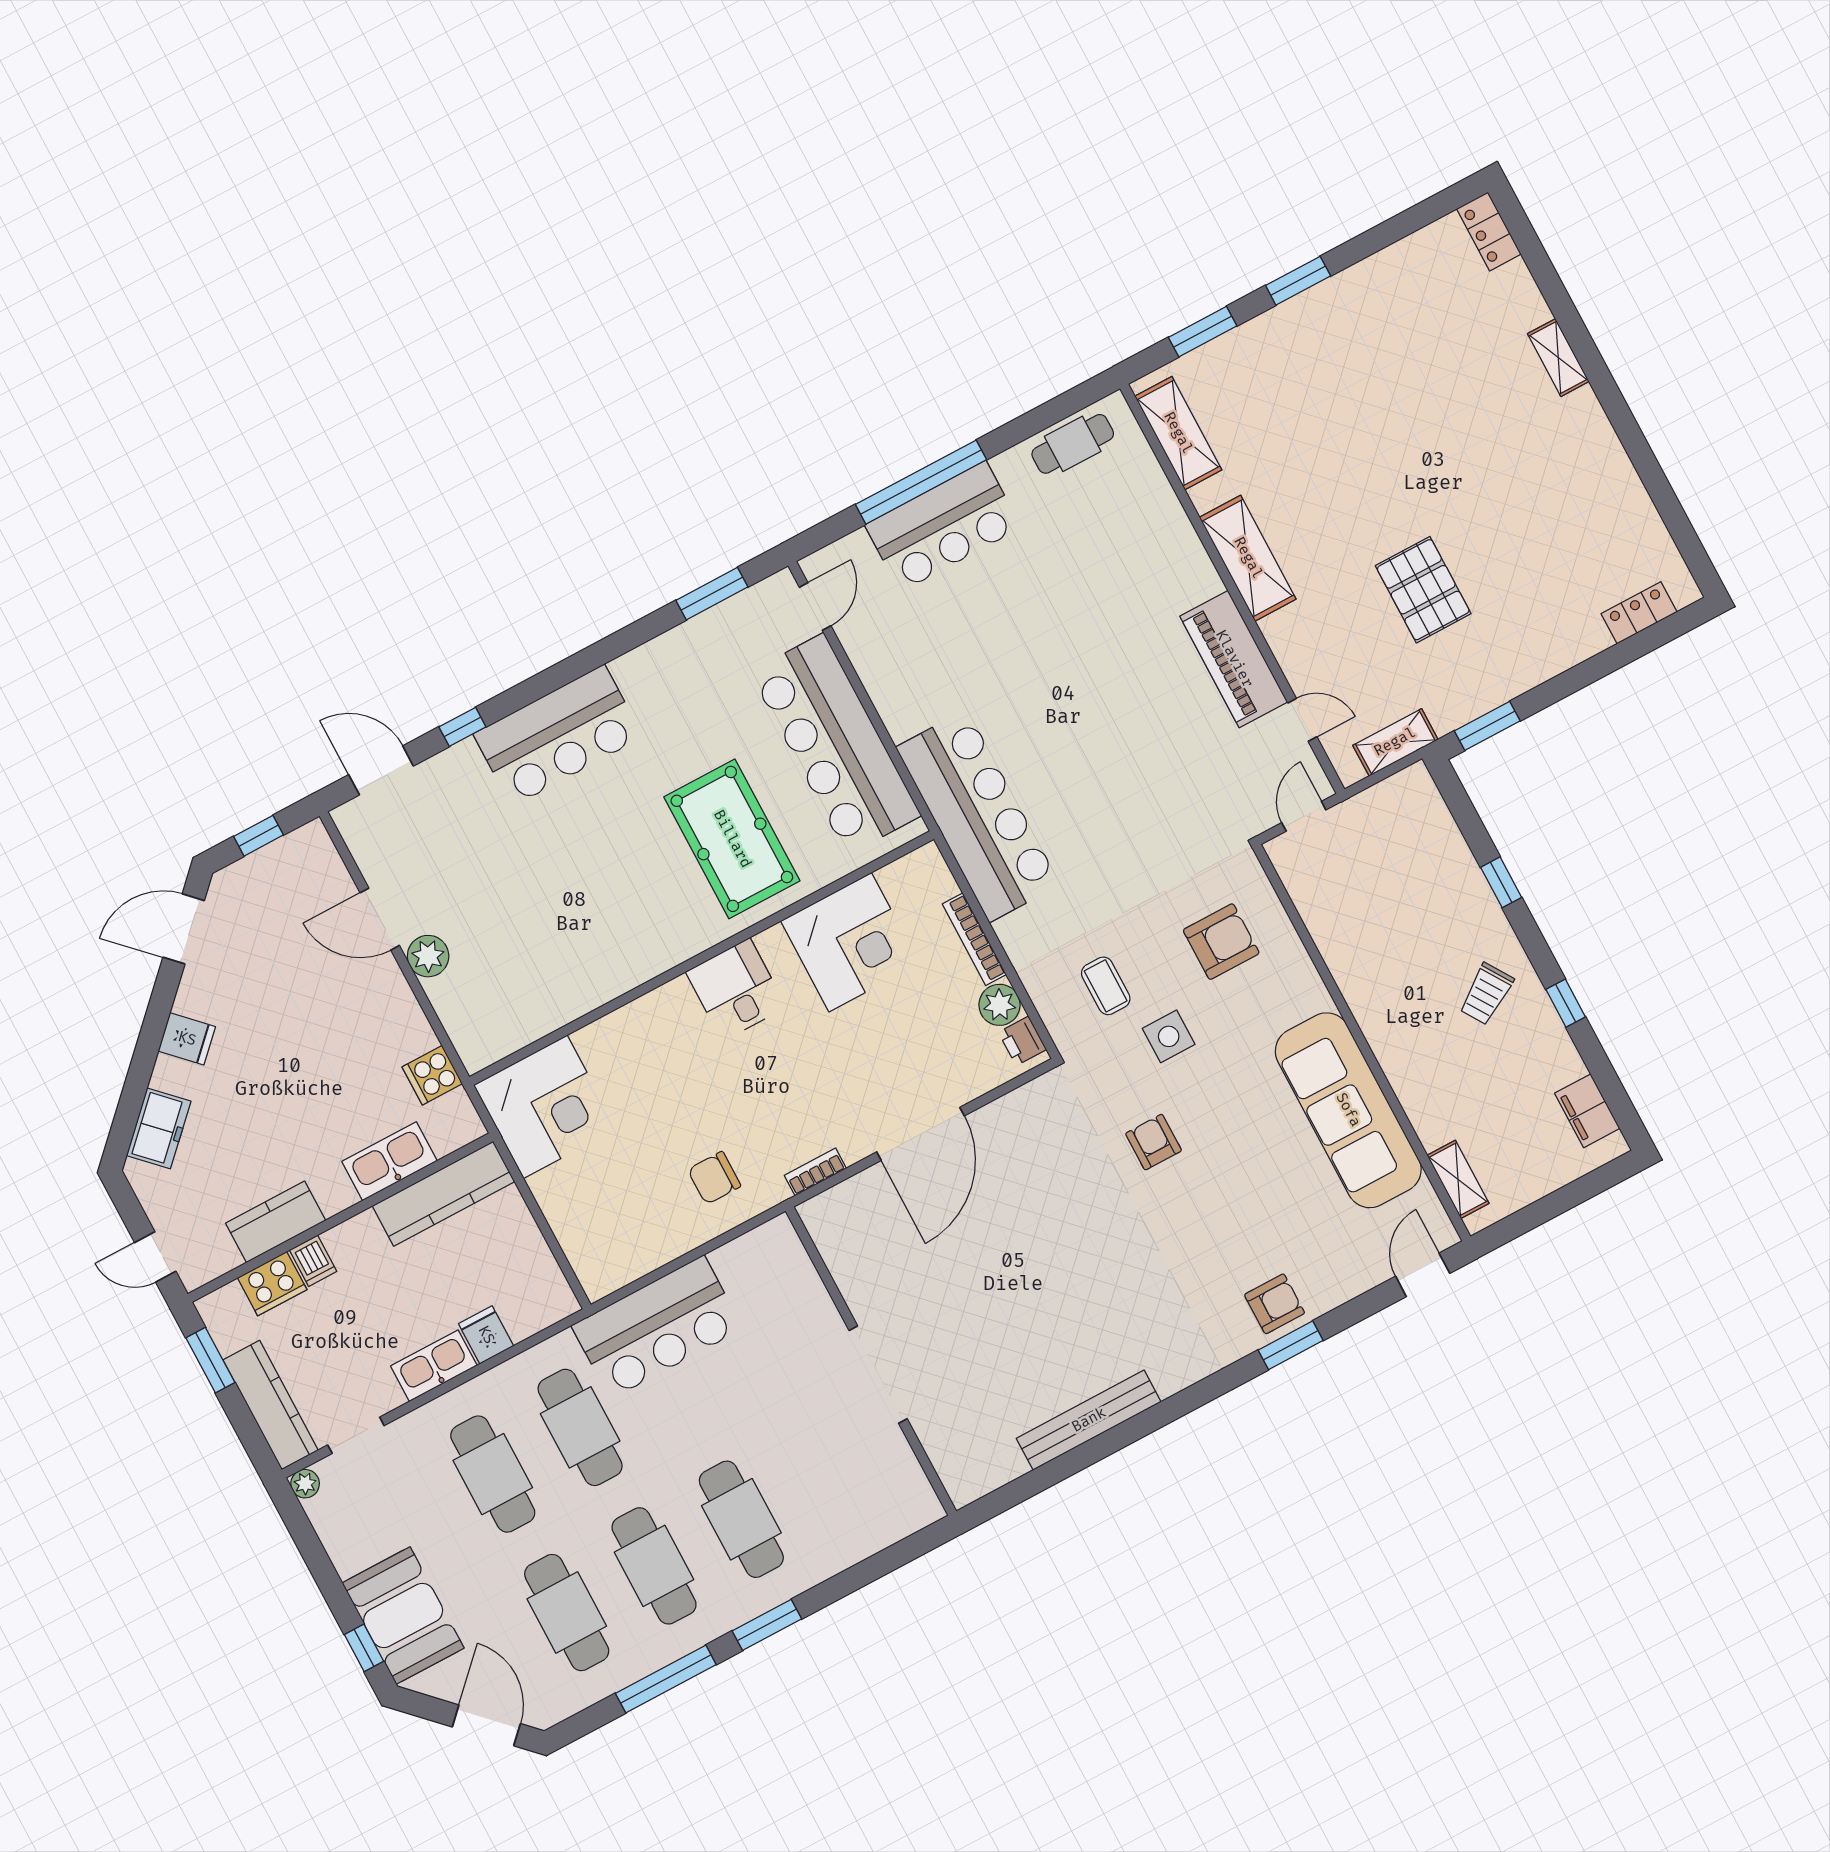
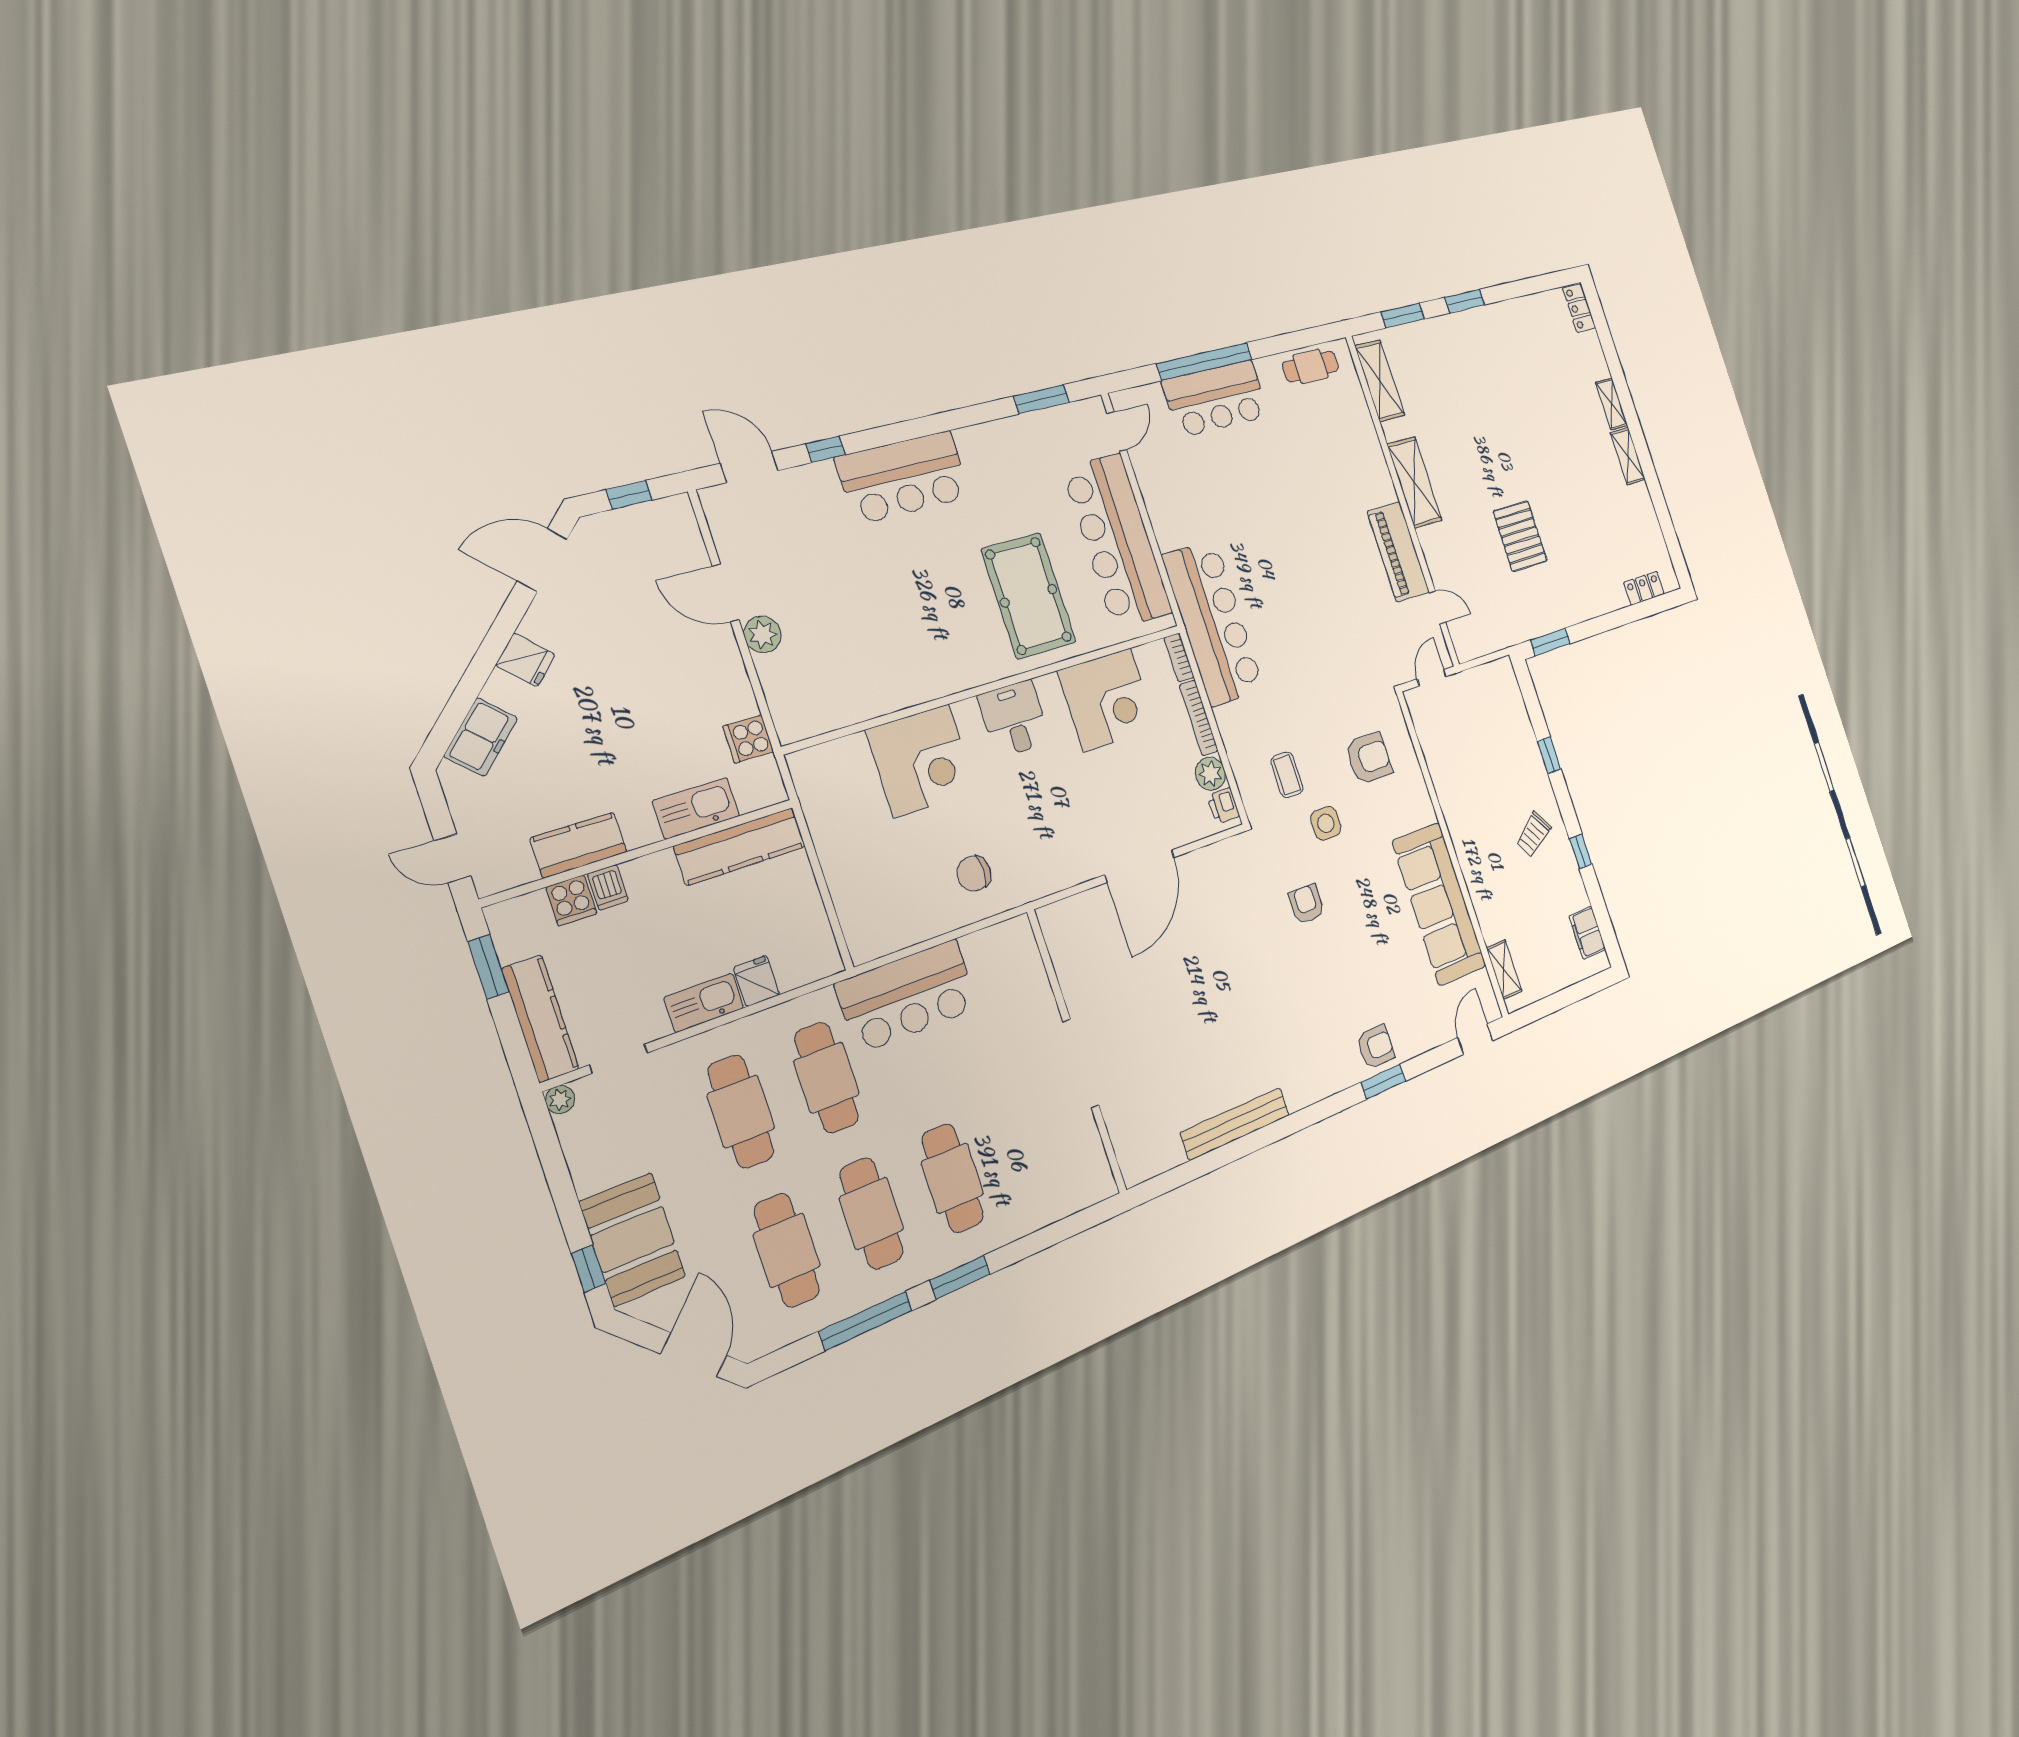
shelving: (1395, 742) -> (1628, 456), moved, turned 90
corner desk: (545, 1107) -> (922, 761), moved
bookcase: (815, 1172) -> (1179, 658), moved, turned -90
cooker: (272, 1284) -> (571, 900), width x0.73

